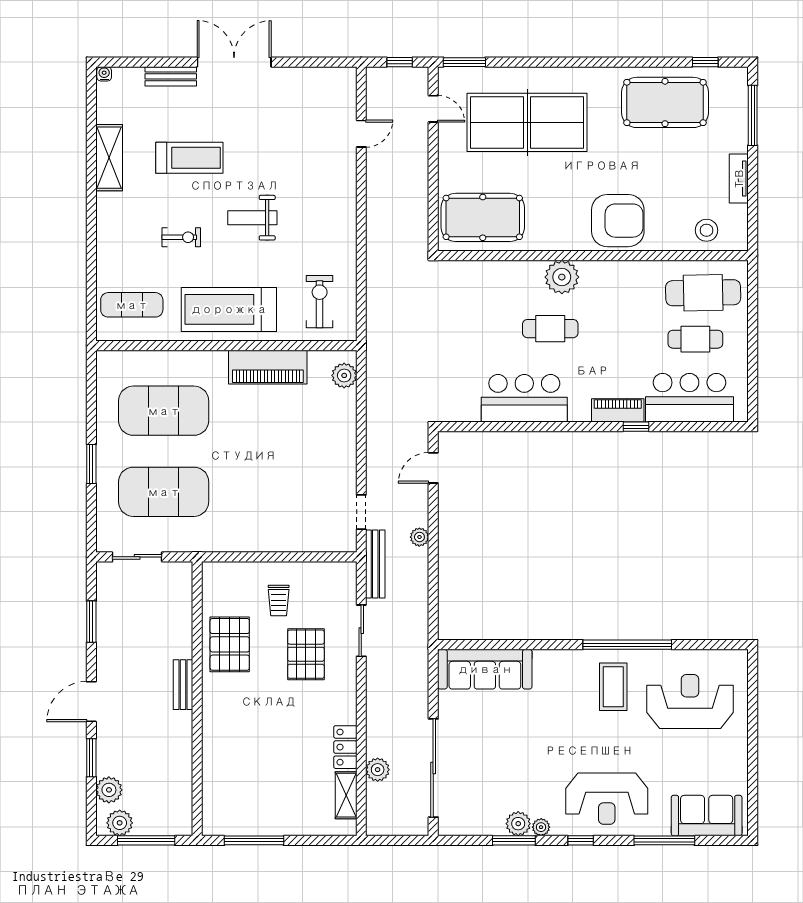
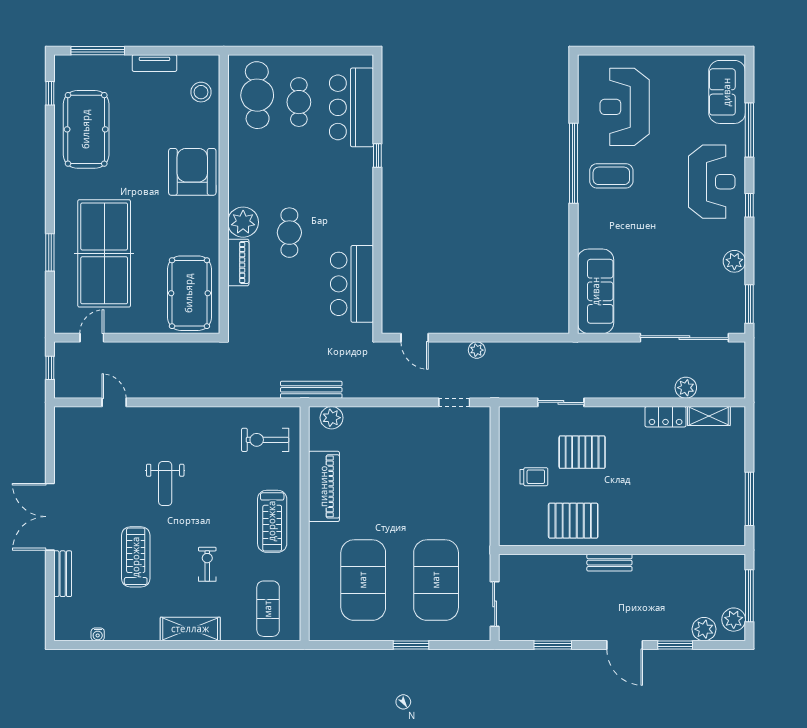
window: (464, 62) -> (50, 252), moved
water cooler: (104, 74) -> (98, 634), moved, turned -90
shelving: (109, 158) -> (190, 629), moved
weight bench: (252, 218) -> (165, 484), moved
treadmill: (229, 309) -> (272, 521), width x0.73, depth x0.73
bar counter: (524, 398) -> (352, 284), moved
piano: (618, 410) -> (238, 262), moved, turned 180
bench: (375, 564) -> (311, 390), moved
plant: (541, 827) -> (738, 241), removed
window: (514, 840) -> (749, 304), moved

